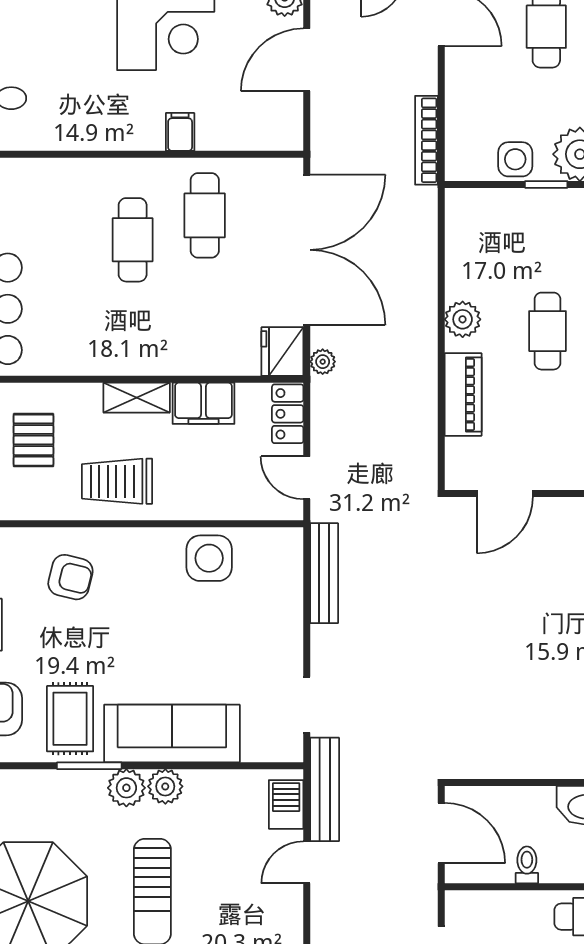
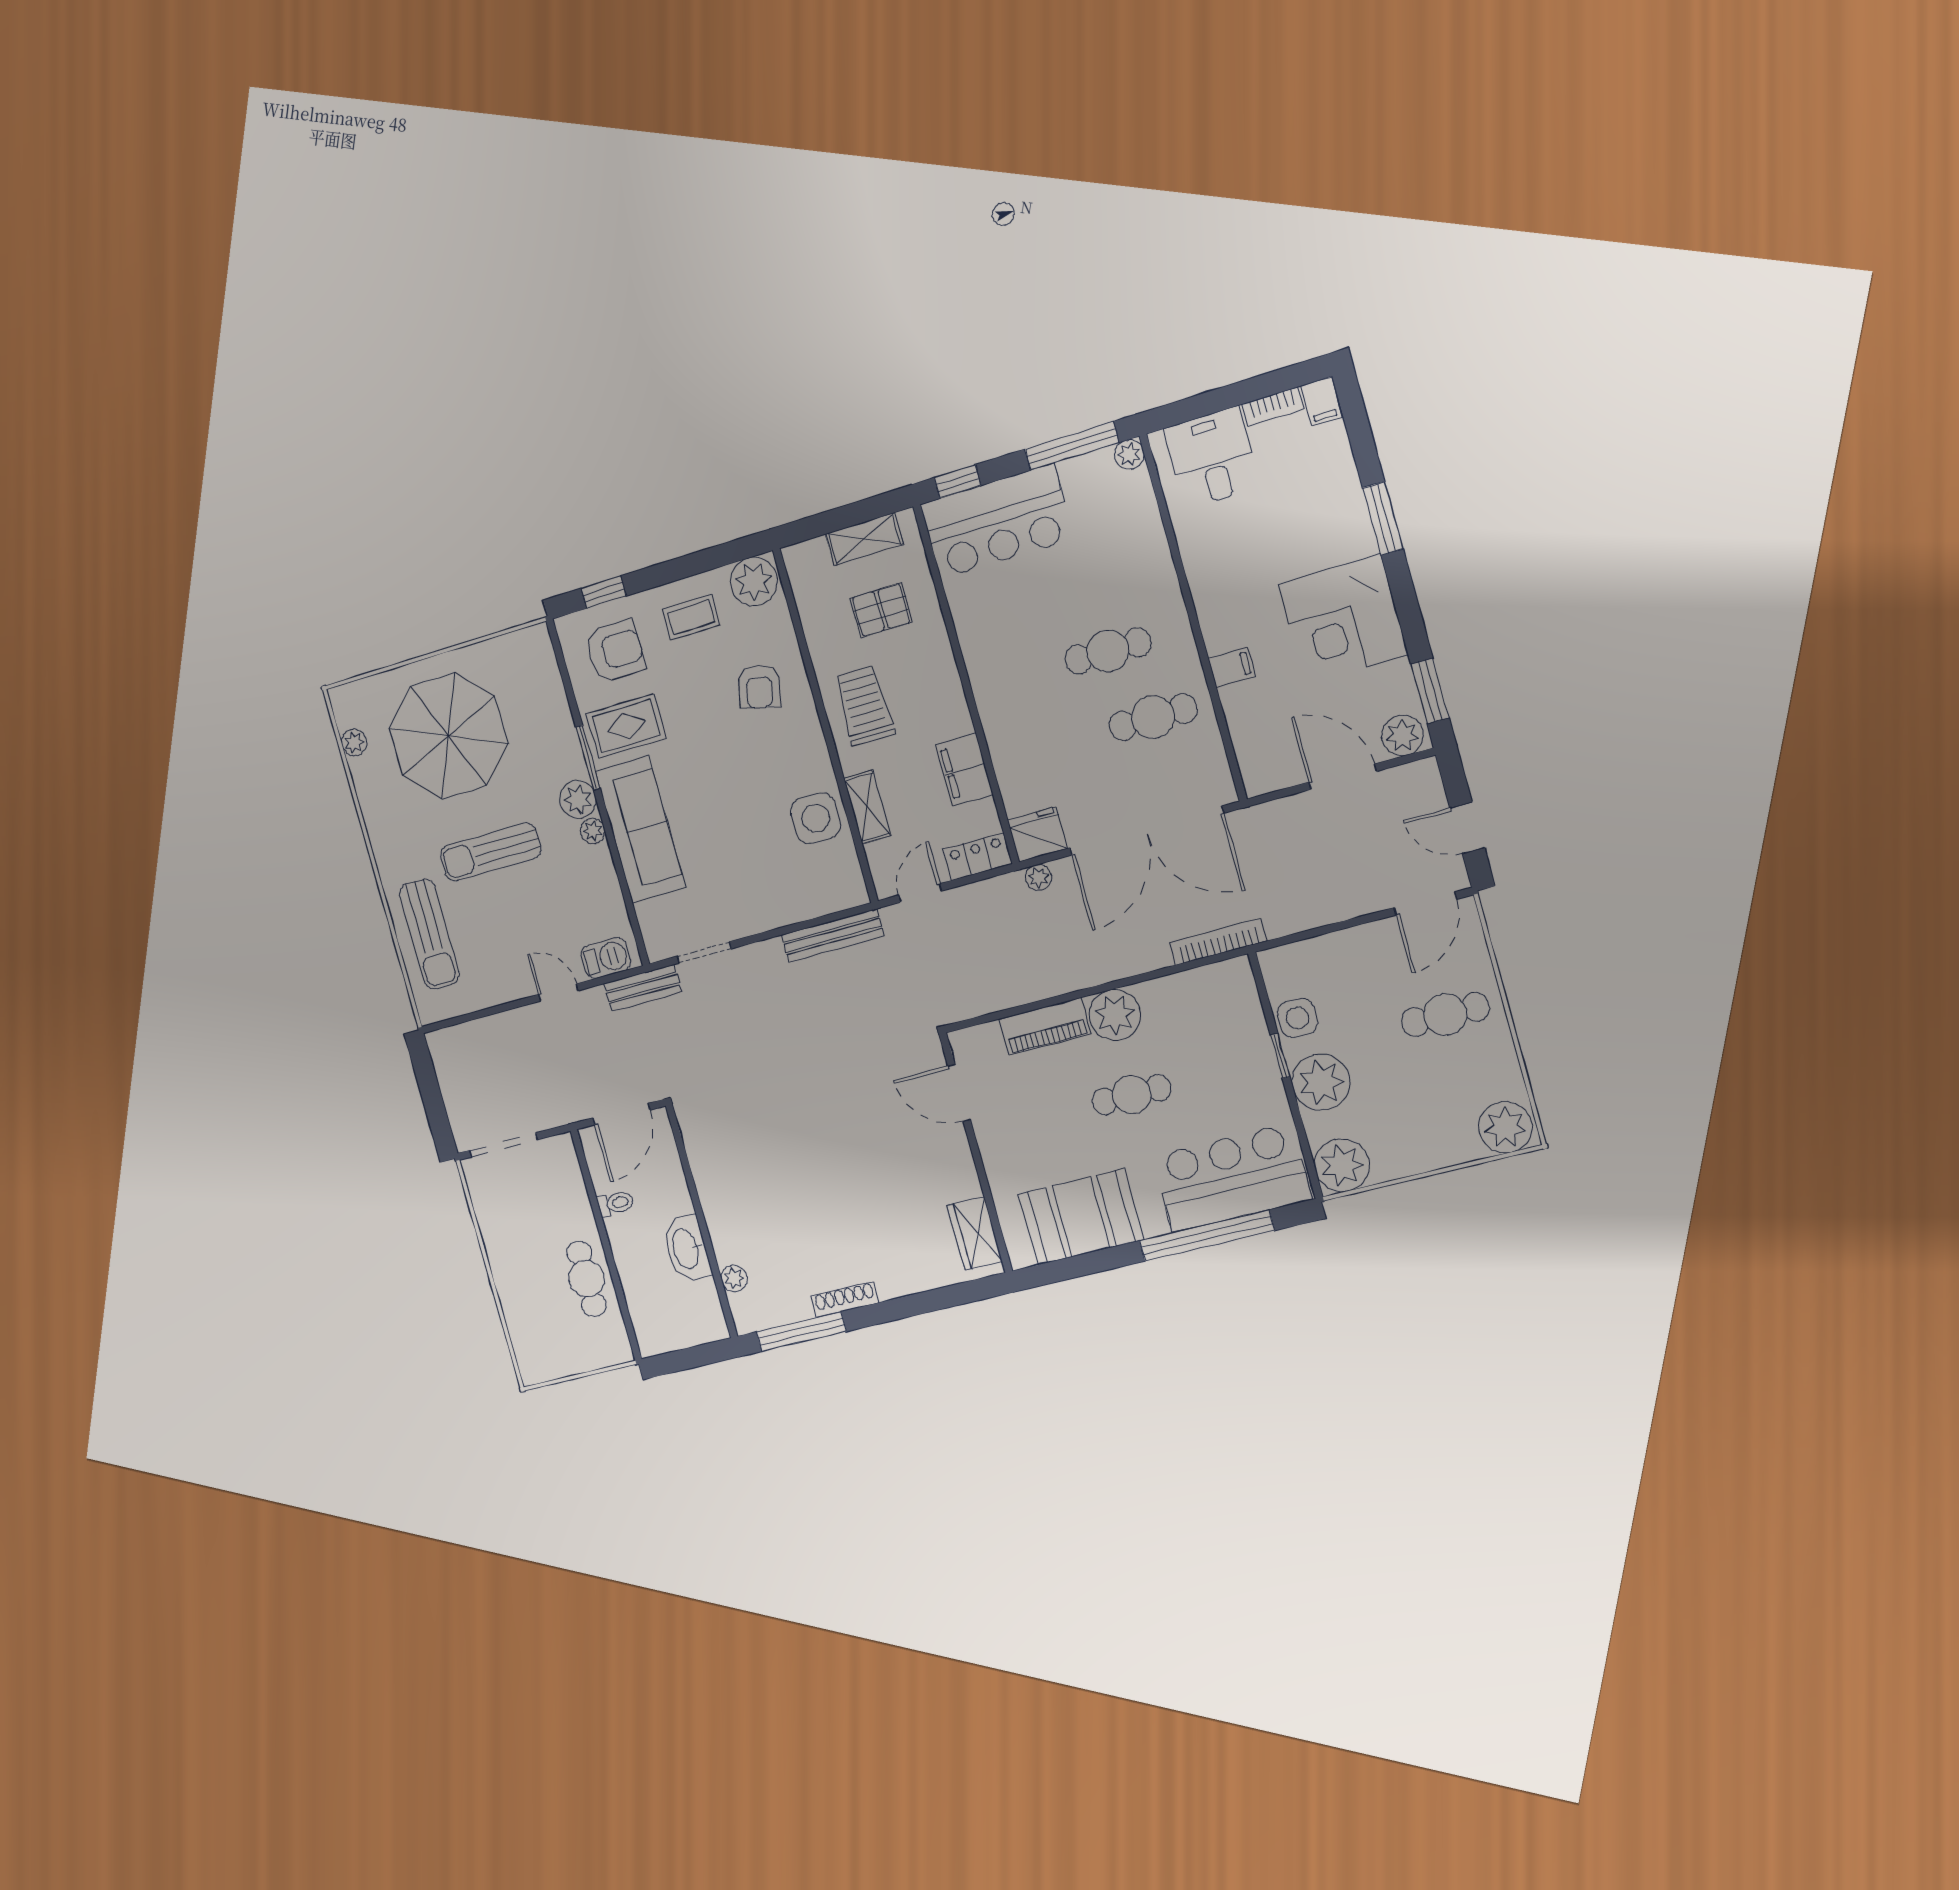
bookcase: (426, 140) -> (1218, 942), moved
plant: (463, 319) -> (1115, 1015), width x1.36, depth x1.36
shelving: (137, 398) -> (867, 807), moved
plant: (165, 786) -> (593, 831), width x0.73, depth x0.73
bench: (325, 789) -> (643, 988), width x0.73

